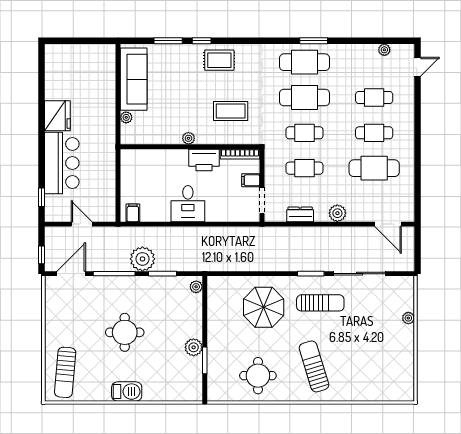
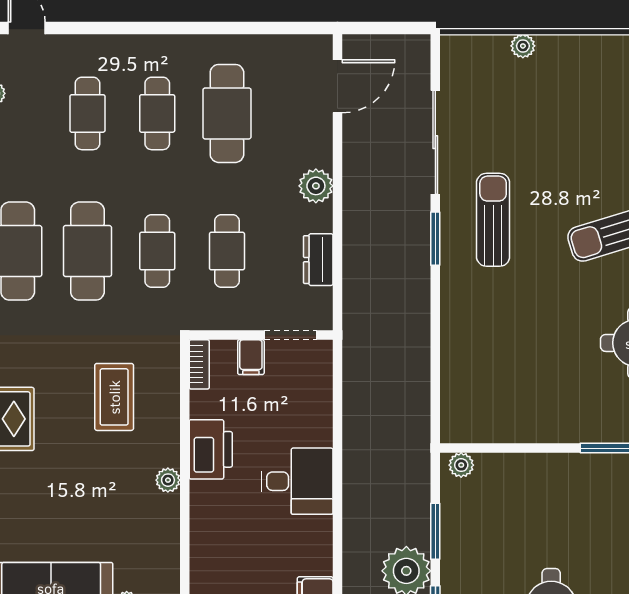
bookcase: (240, 154) -> (199, 364), width x0.64
parasol: (264, 307) -> (502, 332), removed
plant: (194, 347) -> (581, 470), removed

